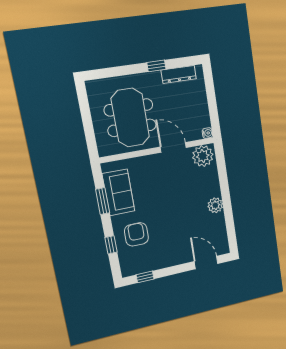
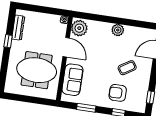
door: (173, 147) -> (66, 47), swing flipped
sofa: (119, 192) -> (73, 80), moved, turned 90
coffee table: (173, 234) -> (127, 68), added

